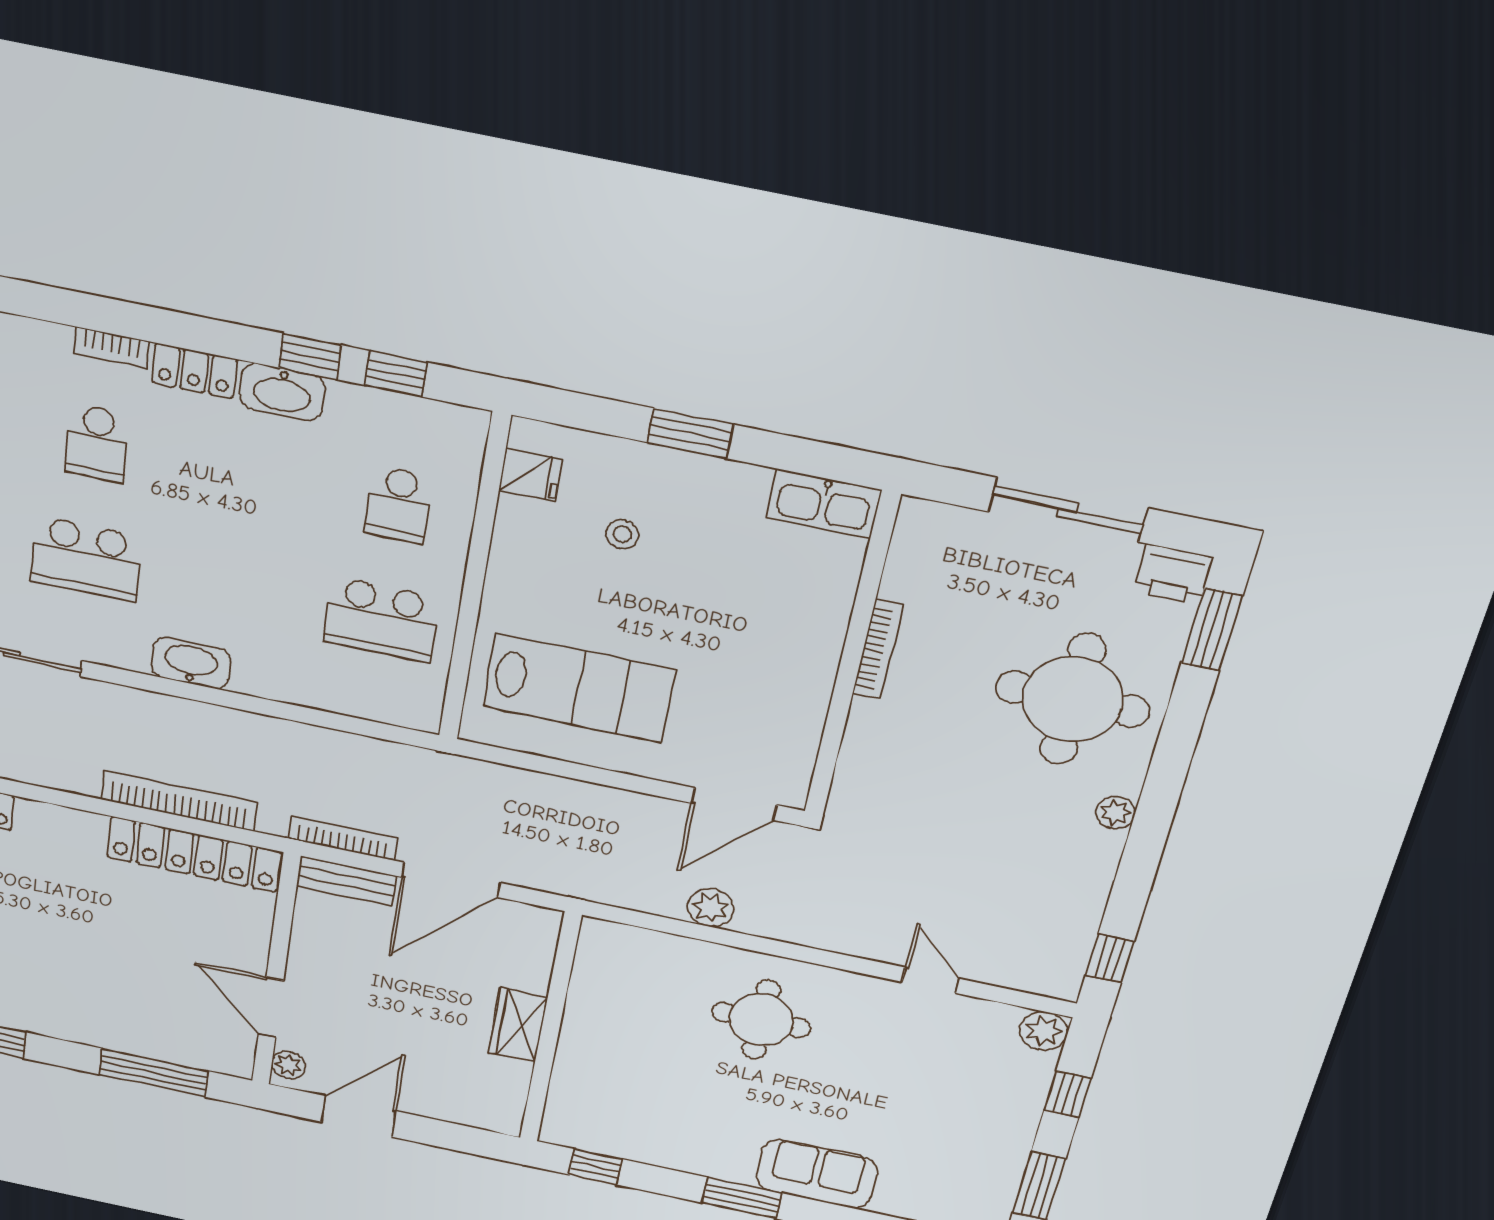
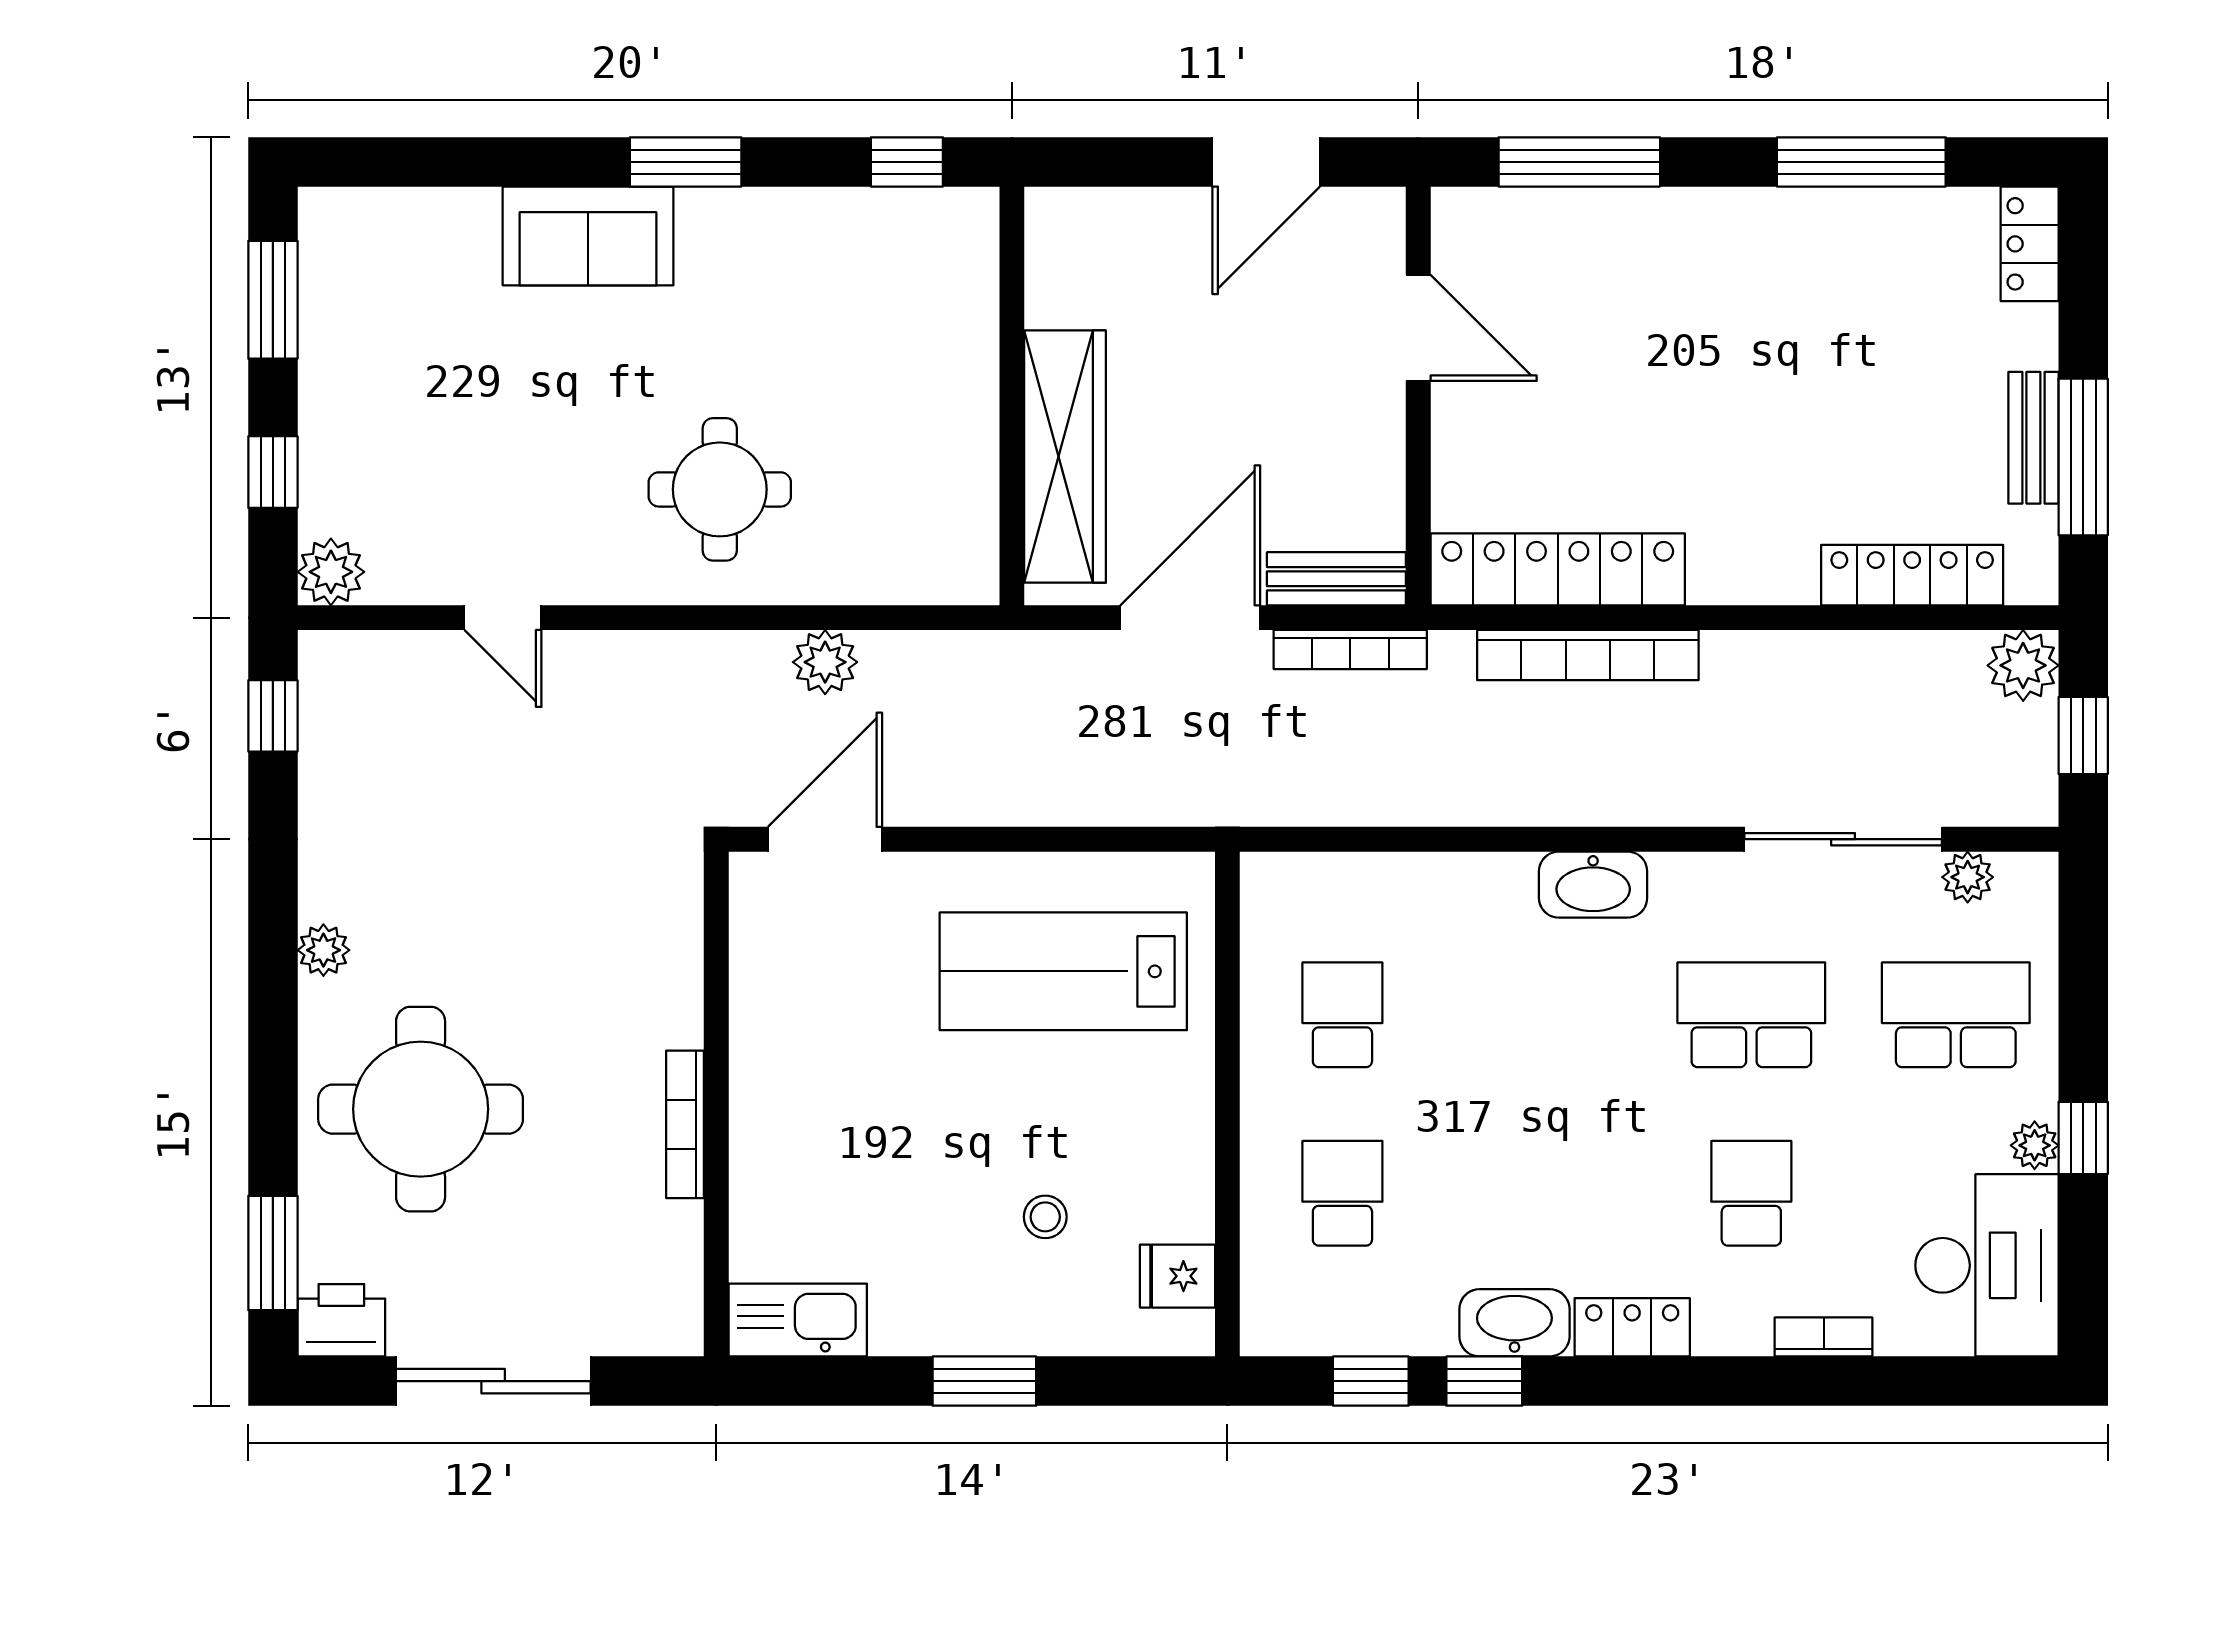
bookcase: (111, 347) -> (1824, 1337), moved
school desk: (381, 619) -> (1342, 1015), width x0.54
wardrobe: (518, 1025) -> (1065, 457), width x2.10, depth x1.17
plant: (289, 1065) -> (1381, 230), removed

